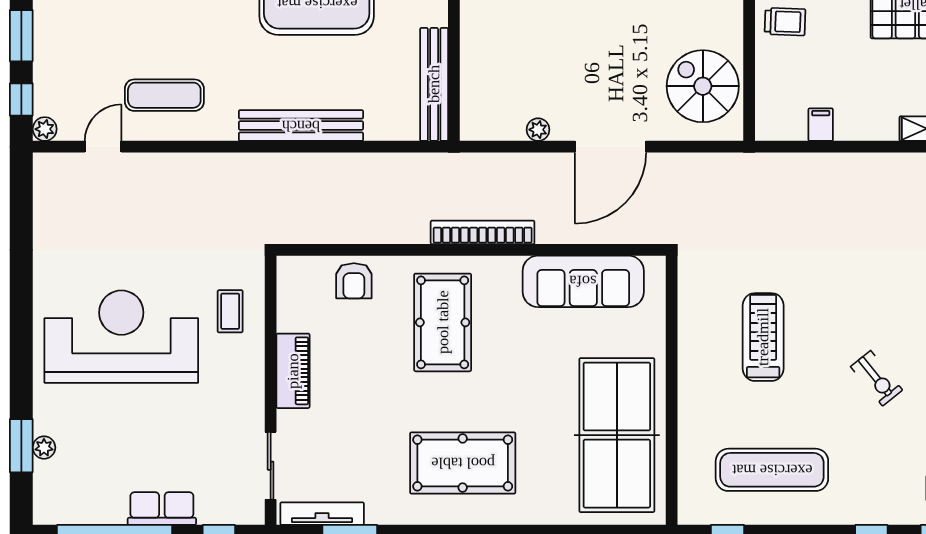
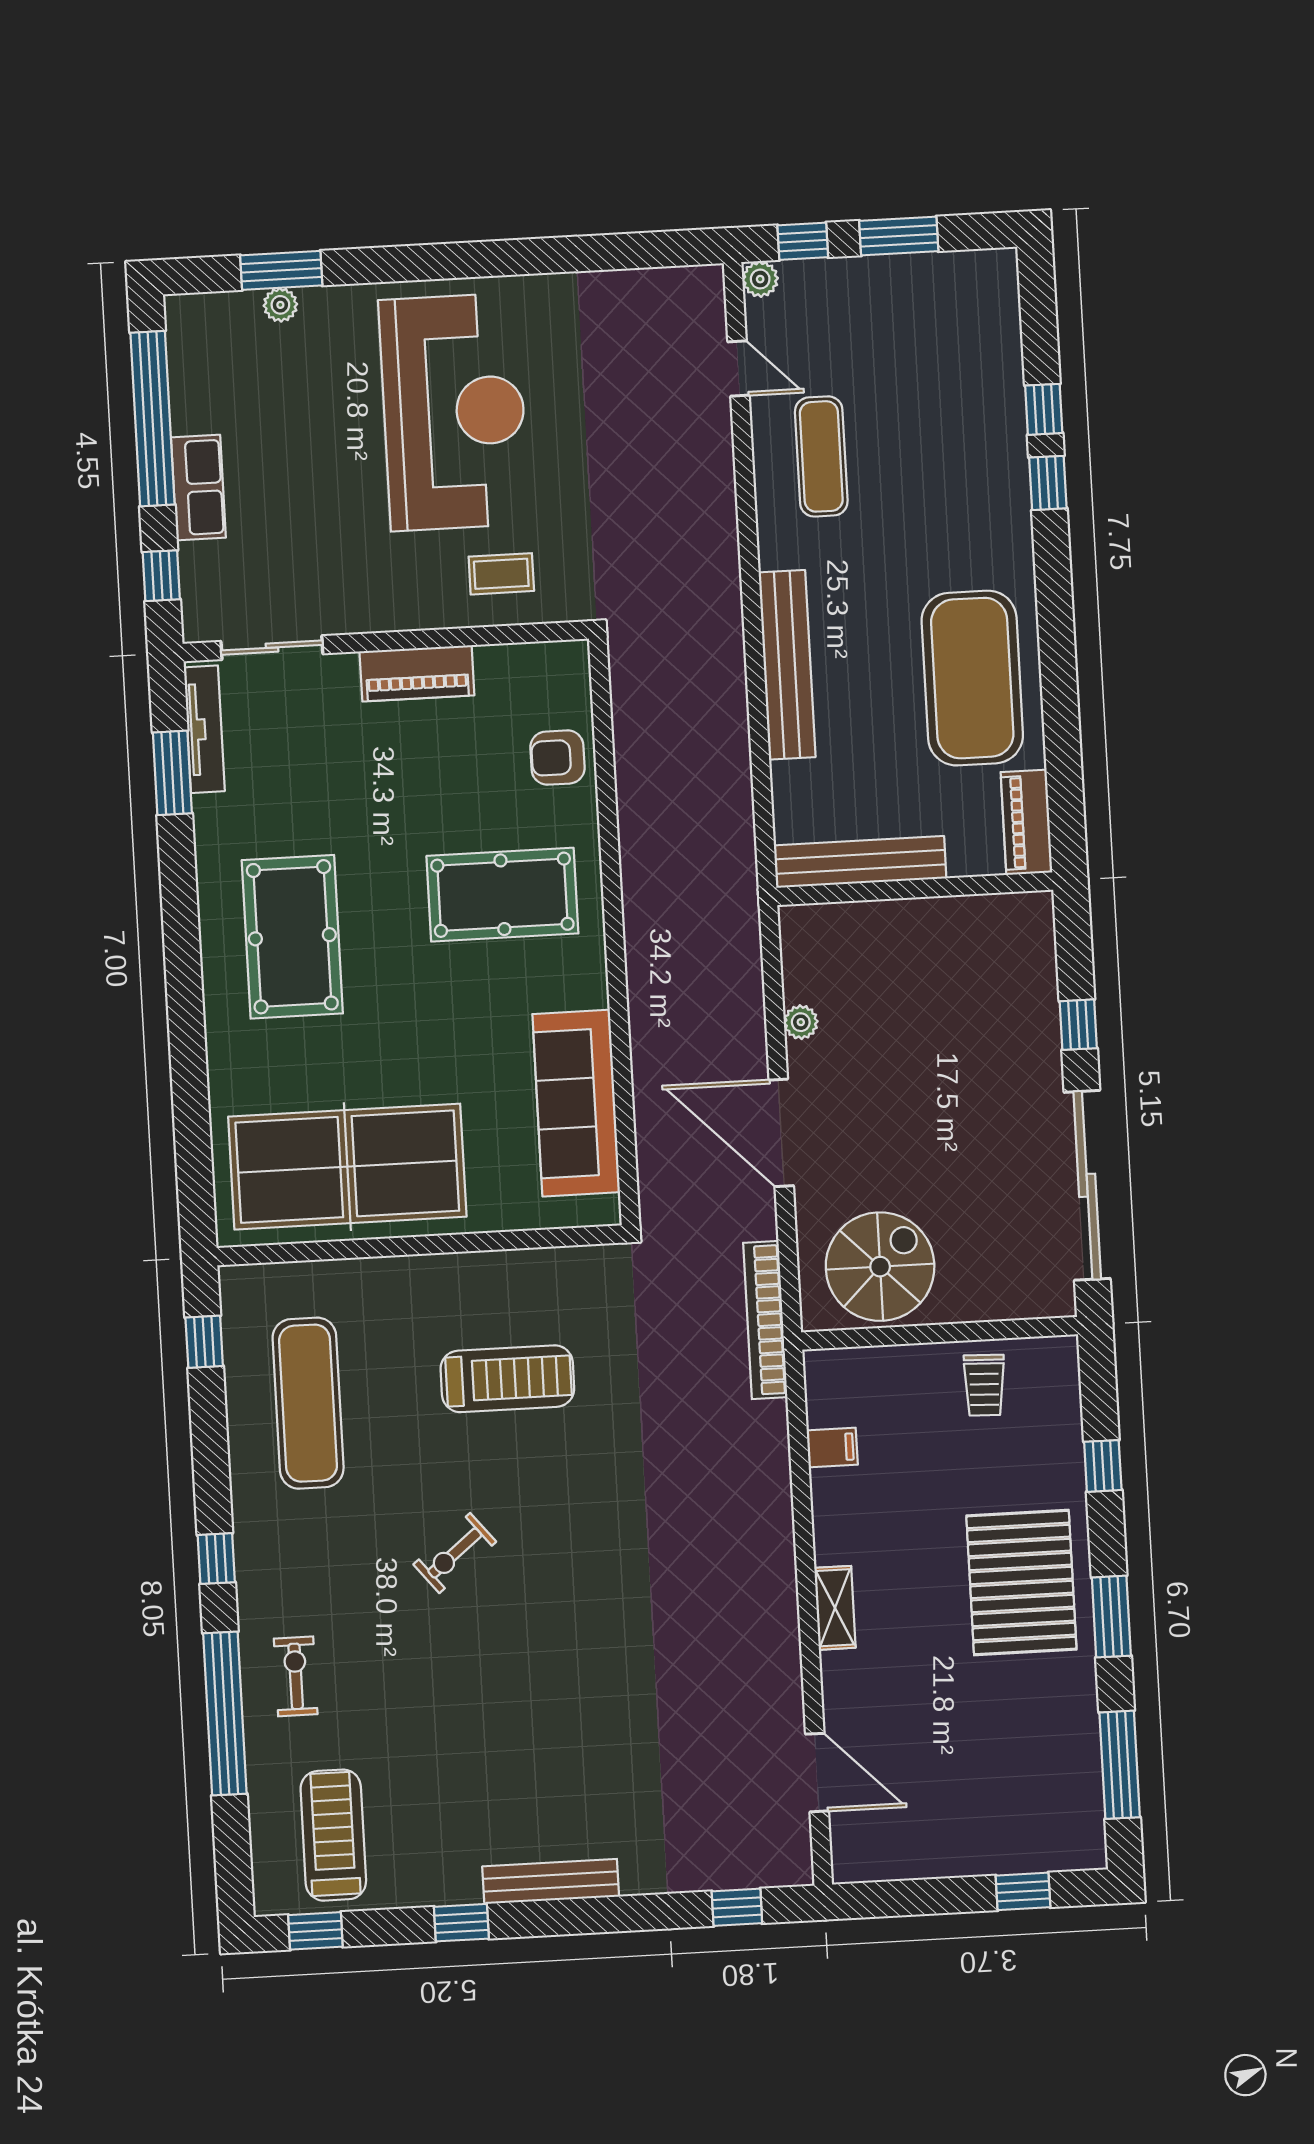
bookcase: (483, 232) -> (765, 1320), moved, turned 180

